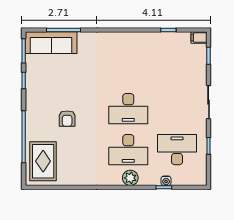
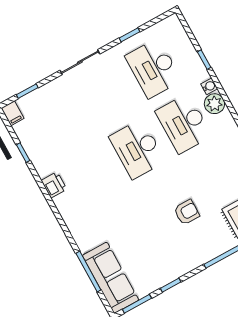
printer: (135, 39) -> (54, 185), added
desk: (128, 109) -> (137, 149), turned 180
desk: (128, 150) -> (184, 124), turned 180
water cooler: (166, 181) -> (209, 86), moved

